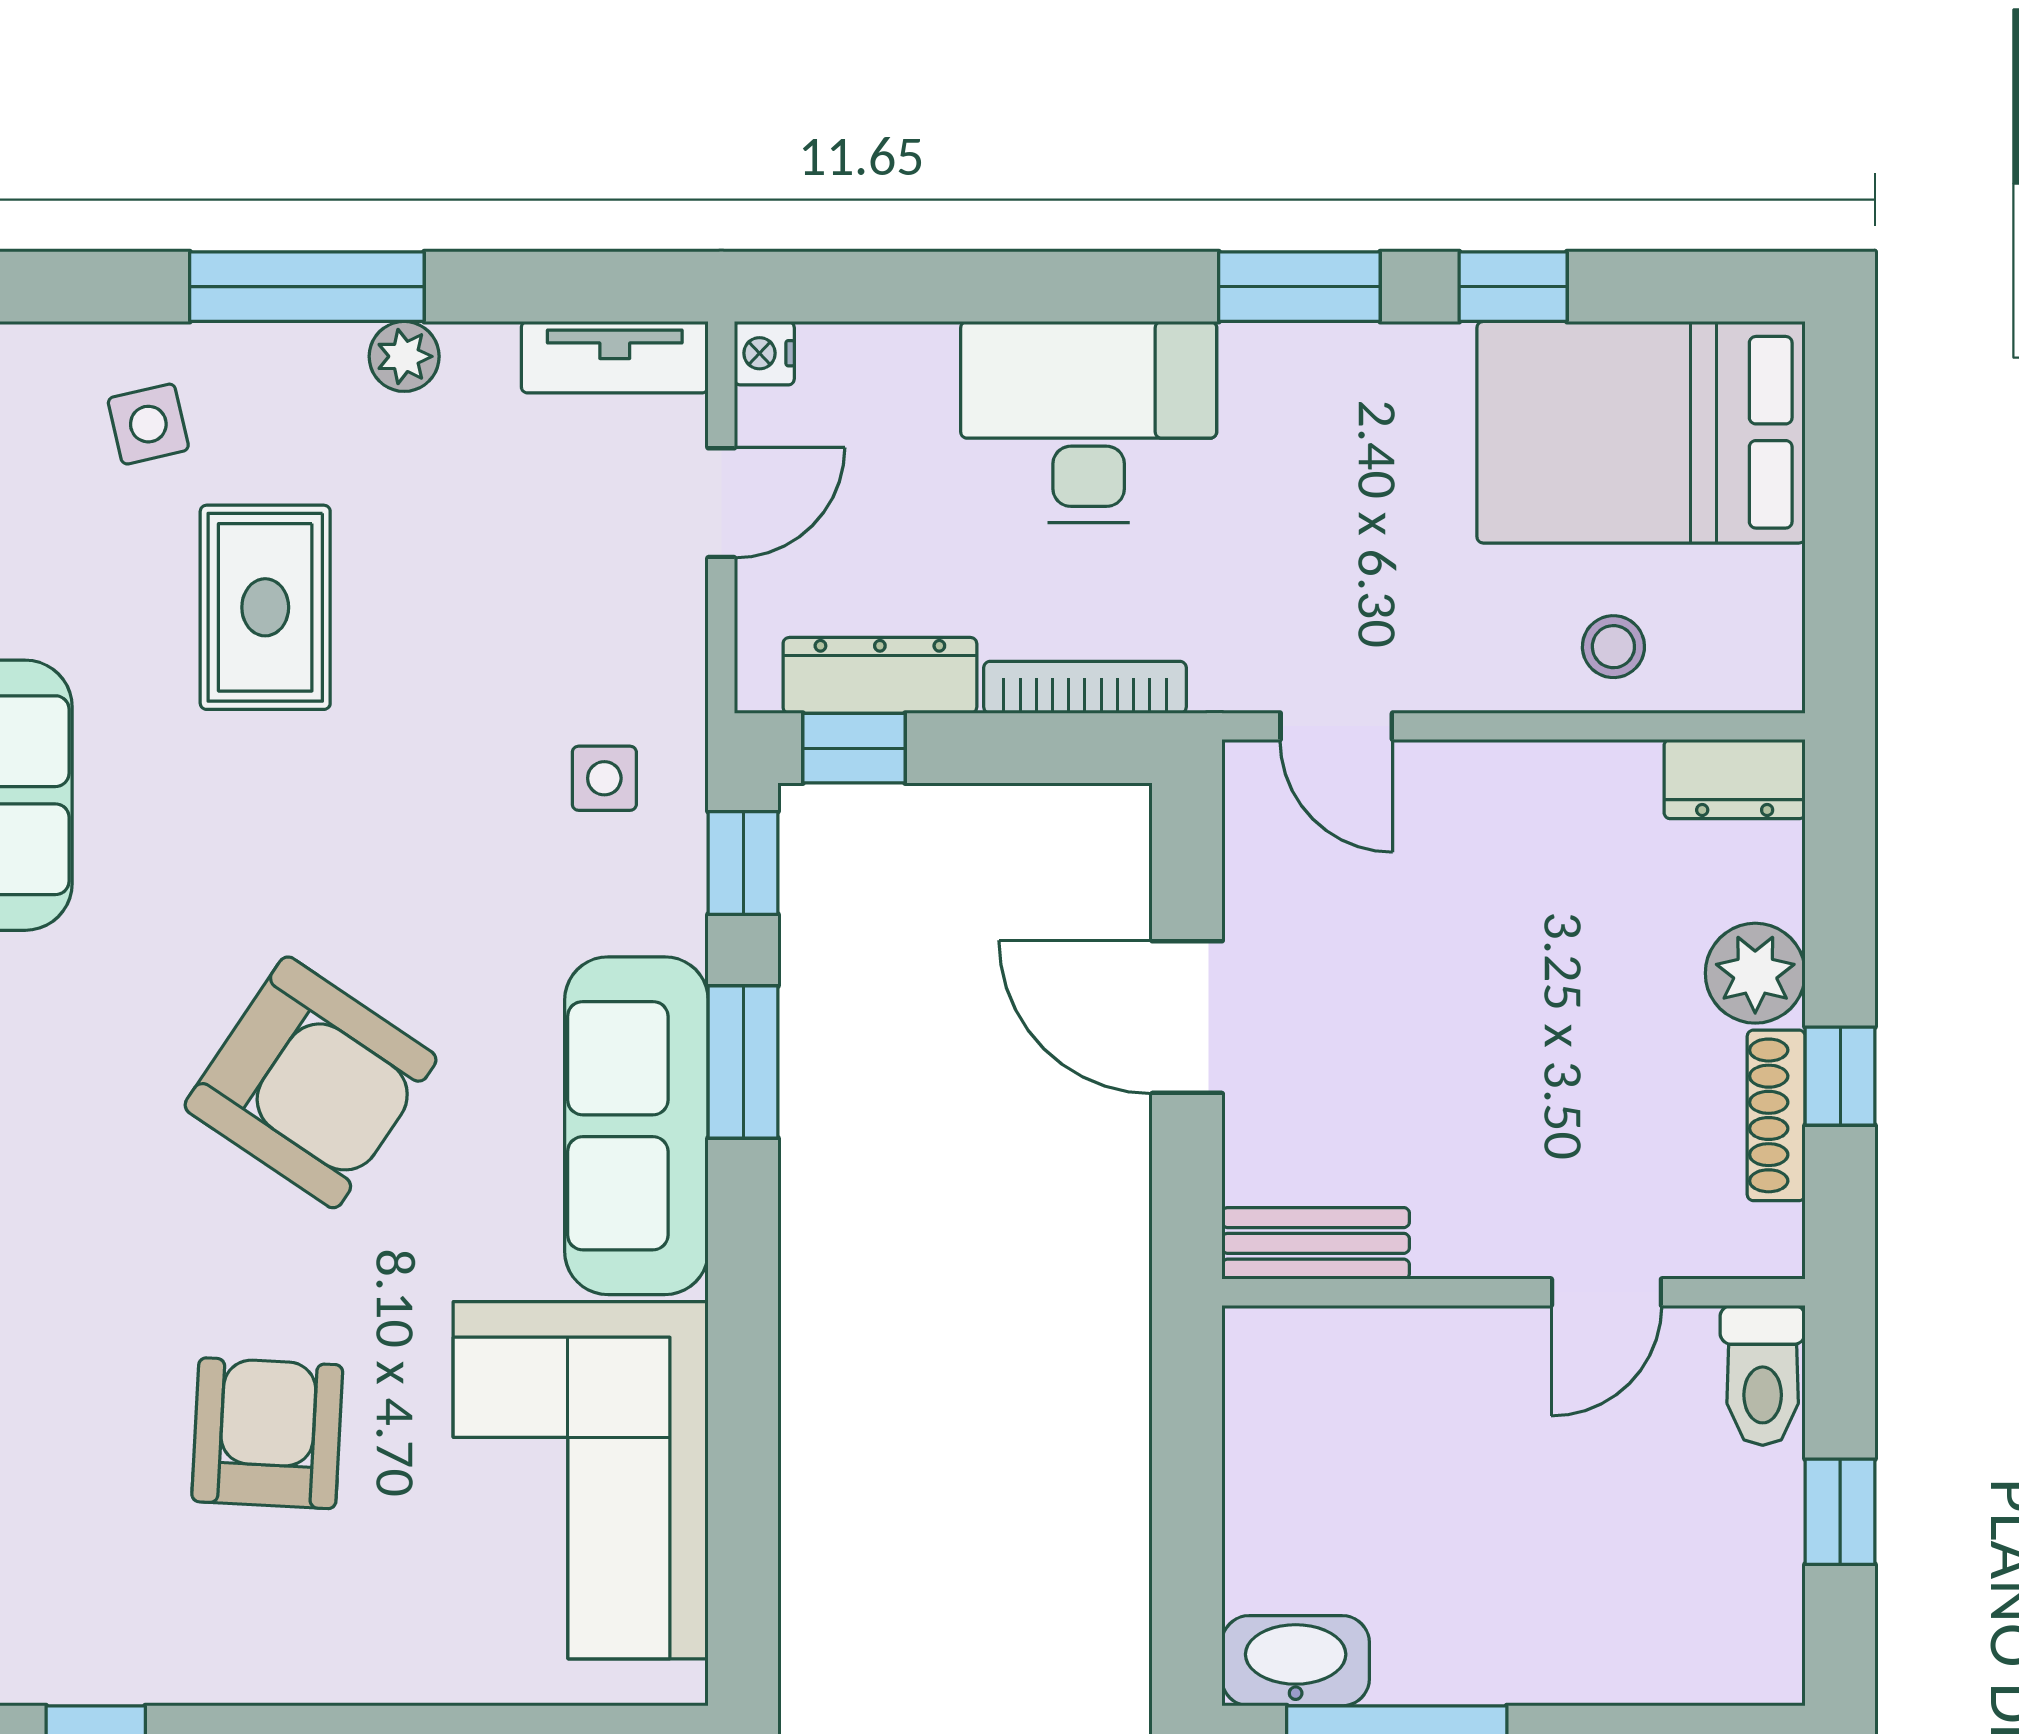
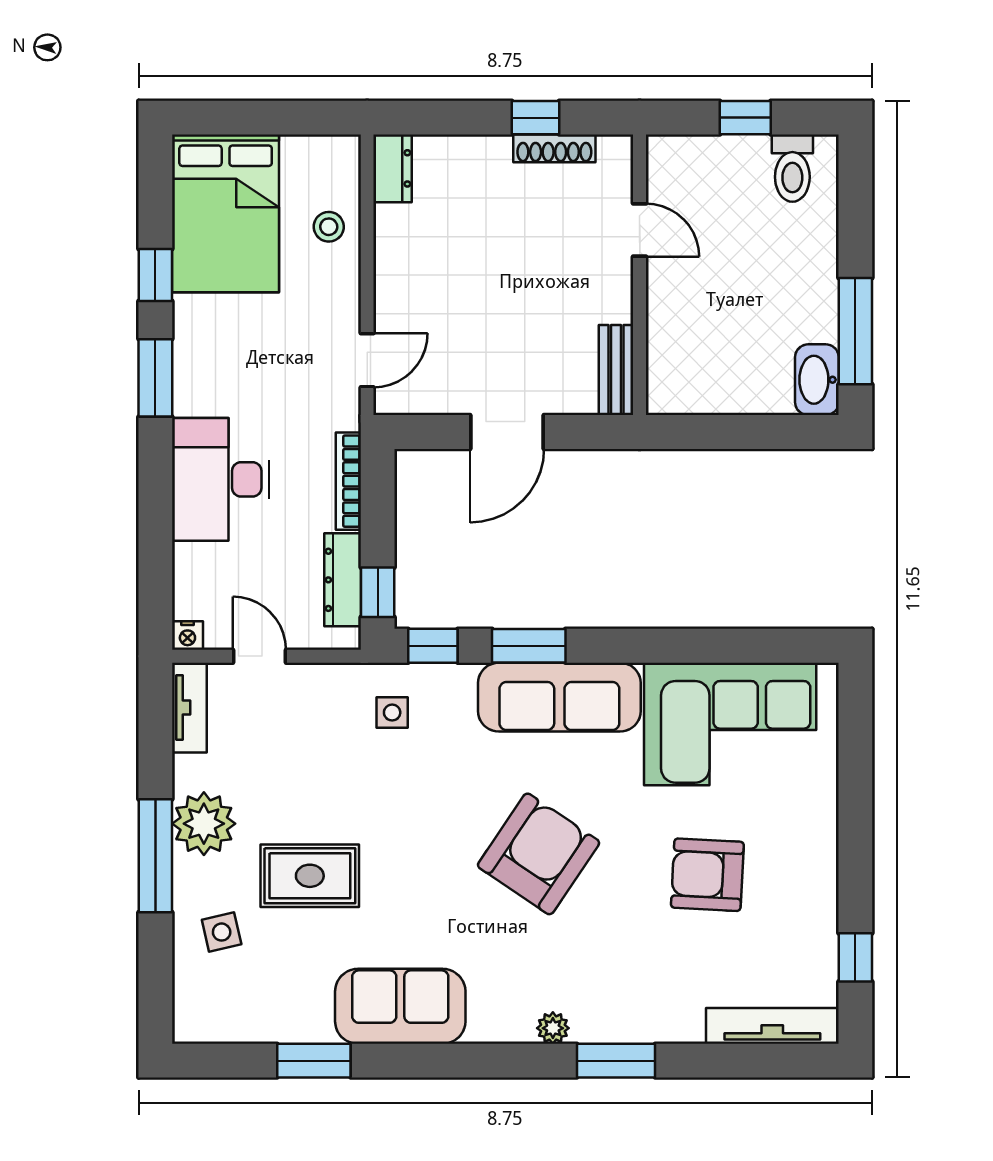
plant: (404, 356) -> (204, 824), width x1.88, depth x1.88
plant: (1755, 973) -> (486, 158), removed
toilet: (1763, 1375) -> (792, 168), moved, turned 90

